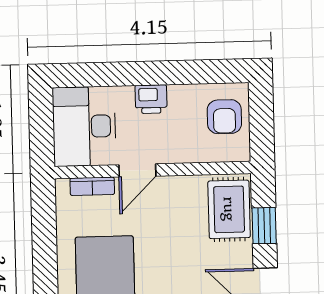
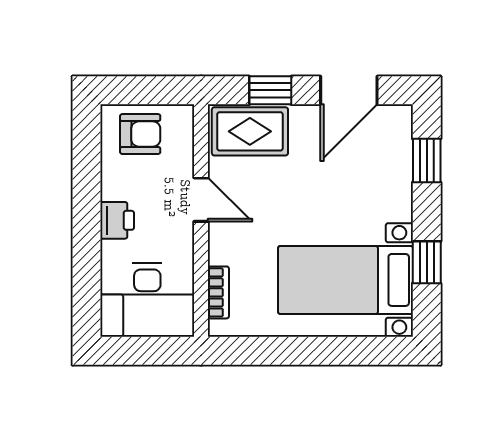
door: (137, 170) -> (201, 200), moved

